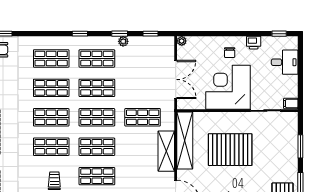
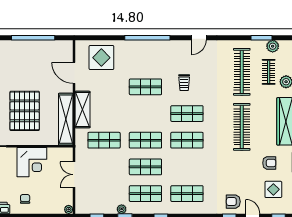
double door: (176, 79) -> (74, 175), width x0.73
corner desk: (228, 87) -> (32, 162), width x0.74, depth x0.74
shop shelf: (51, 88) -> (187, 167), removed
shop shelf: (97, 147) -> (145, 114), removed
pallet: (230, 150) -> (25, 111), turned 90

